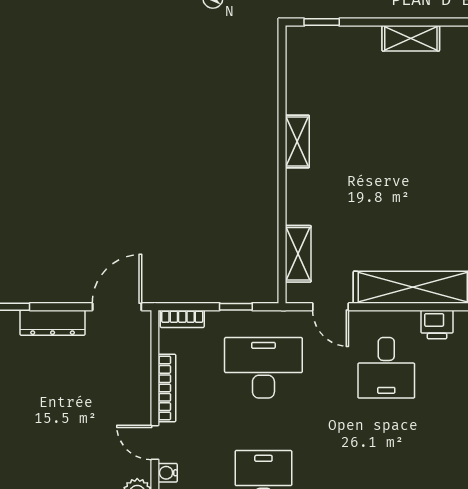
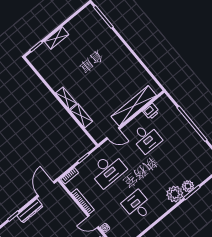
shelving: (411, 38) -> (57, 38), moved
shelving: (297, 141) -> (66, 98), moved
shelving: (298, 254) -> (81, 116), moved
desk: (263, 368) -> (108, 170), turned 180

